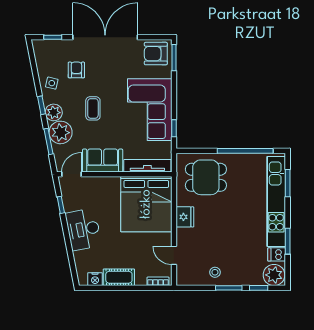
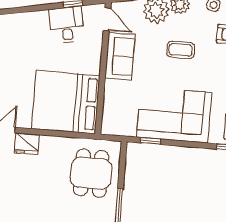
tv unit: (147, 166) -> (110, 107), removed
fridge: (185, 217) -> (27, 144), moved
desk: (83, 229) -> (67, 25), moved, width x0.73

